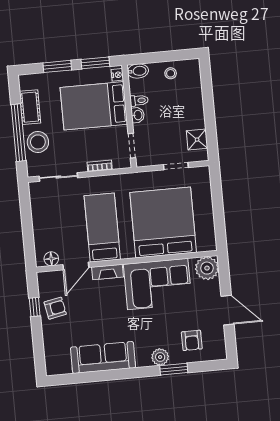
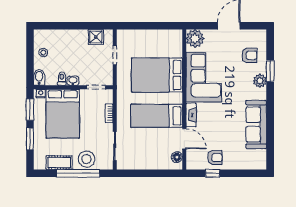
bed: (163, 222) -> (157, 75), width x0.73
armchair: (55, 308) -> (215, 158), turned 101

